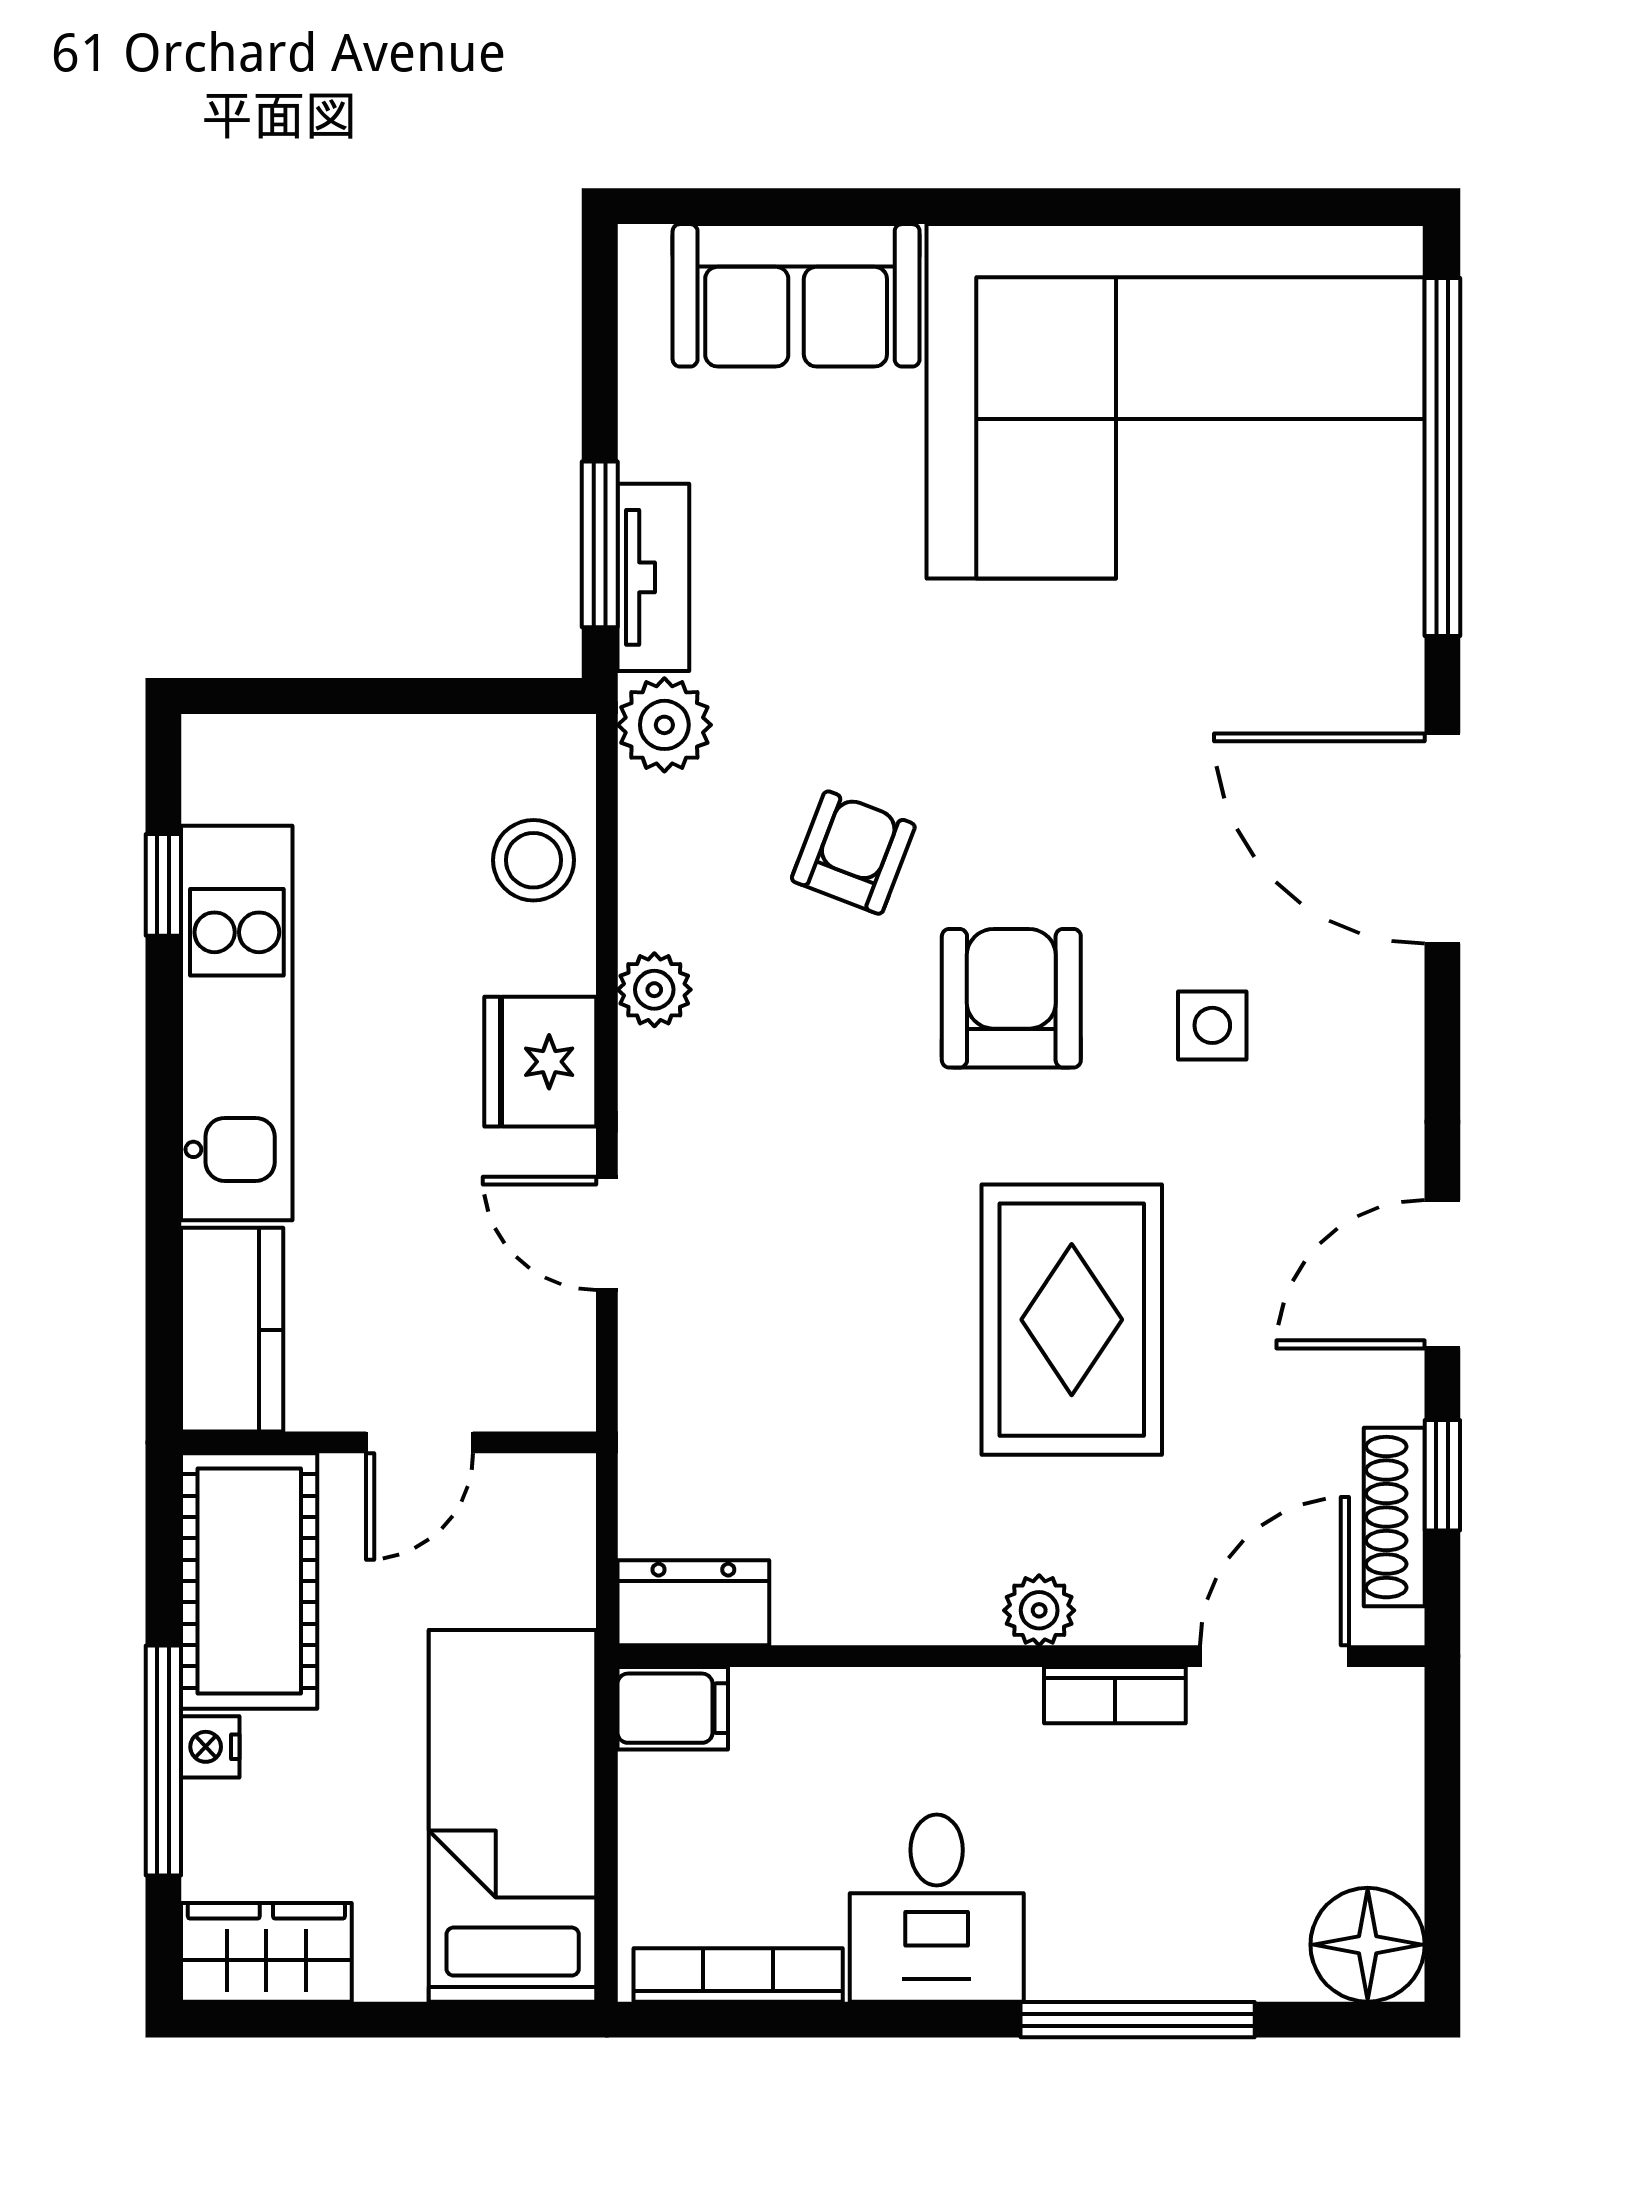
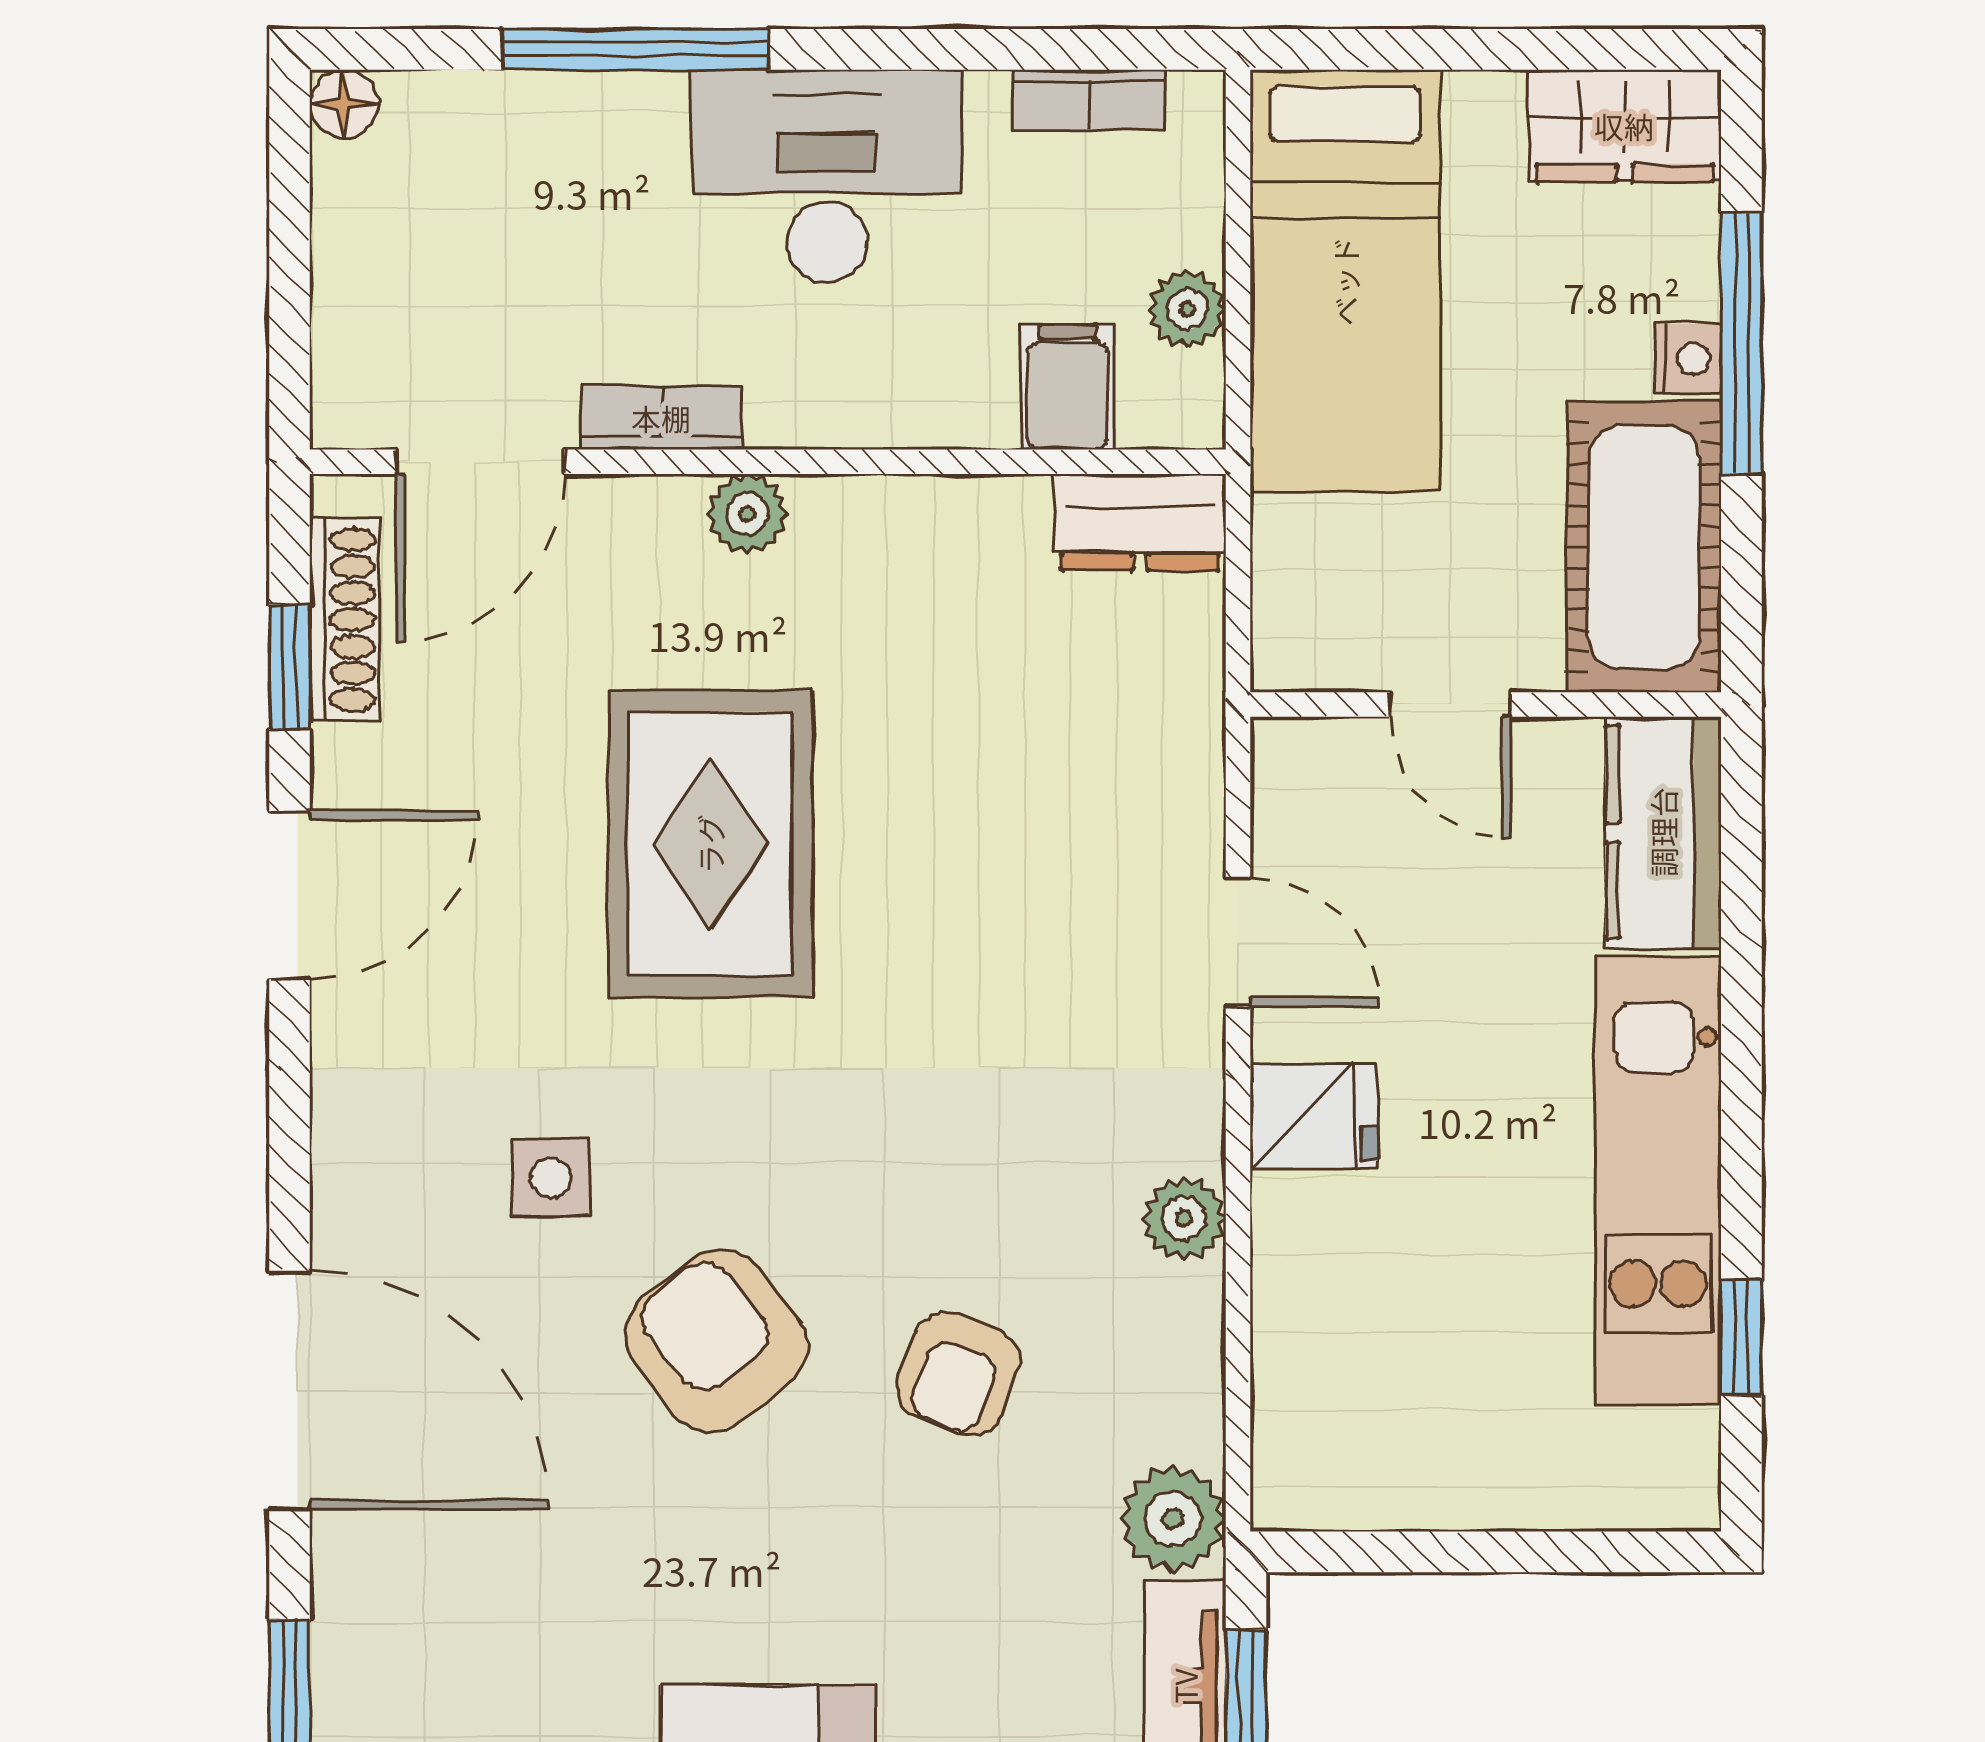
stool: (533, 860) -> (1321, 1365), removed
armchair: (1011, 998) -> (716, 1341), moved, turned 142
fridge: (540, 1062) -> (1314, 1116), width x0.72
door: (420, 1442) -> (1451, 704), swing flipped
filing cabinet: (673, 1708) -> (1067, 387), moved, turned 90
plant: (652, 1791) -> (1187, 309), added
desk: (937, 1908) -> (827, 176), width x1.37
floor lamp: (1368, 1945) -> (344, 104), width x0.53, depth x0.53
bookcase: (738, 1975) -> (1089, 100), width x0.64

